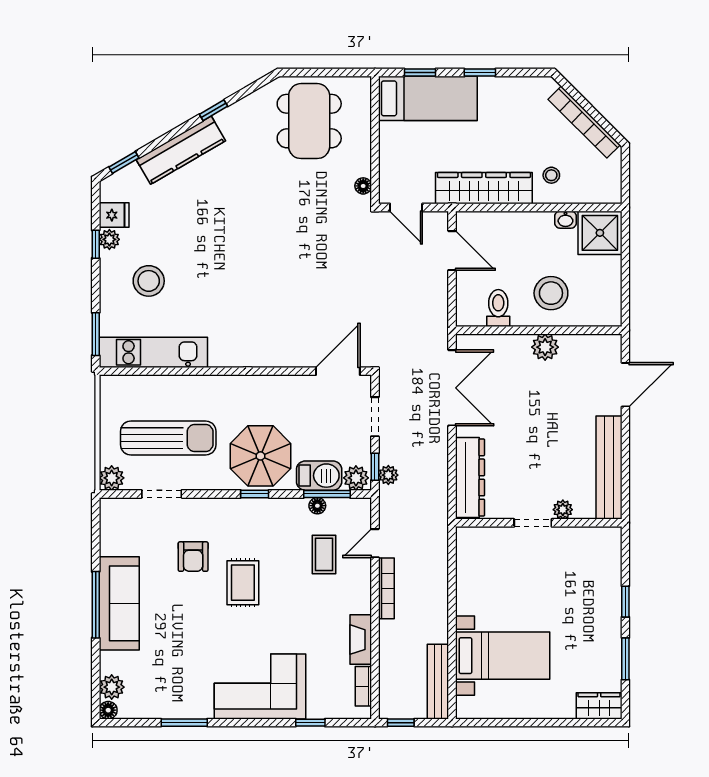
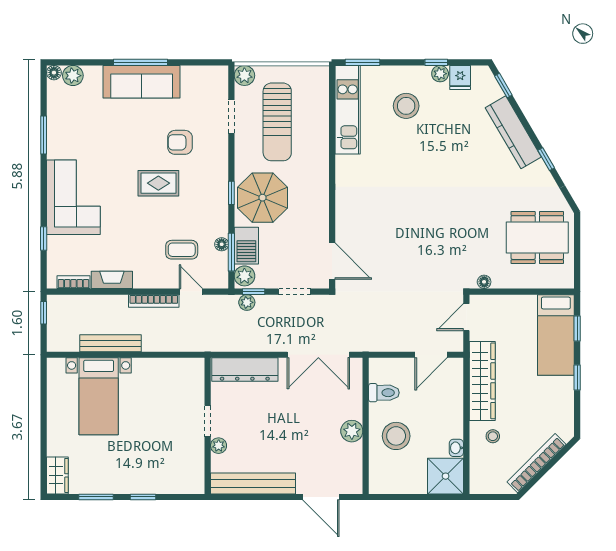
bench: (438, 682) -> (110, 343), moved

